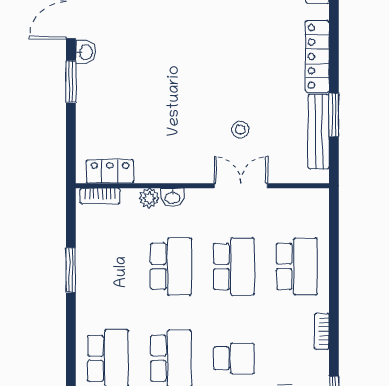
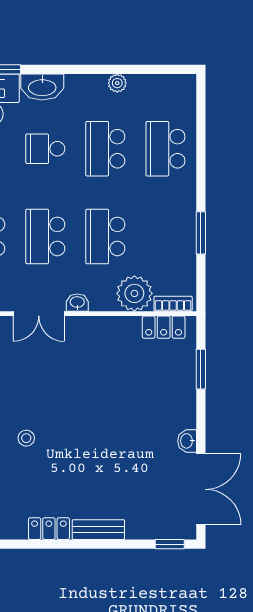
window: (71, 82) -> (201, 369), moved
stool: (240, 130) -> (26, 438), moved
washbasin: (172, 197) -> (77, 303), moved
plant: (149, 198) -> (134, 293), width x1.87, depth x1.87

